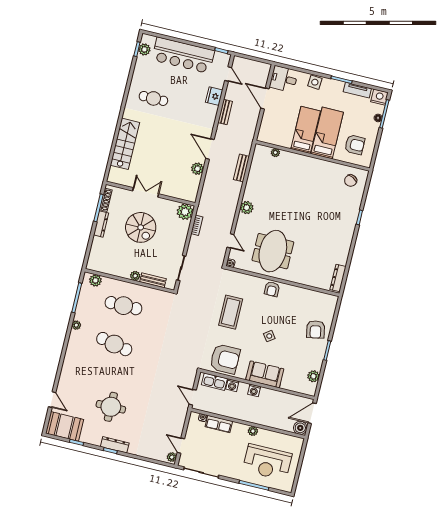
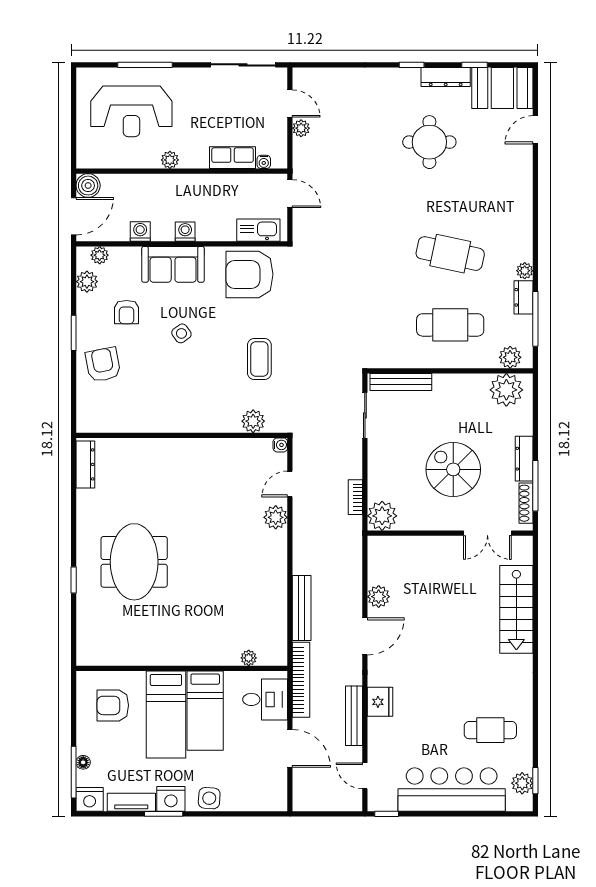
desk: (284, 79) -> (265, 699), moved
nightstand: (336, 87) -> (171, 799), added
fridge: (214, 96) -> (380, 702), moved
cafe table: (153, 98) -> (490, 730), moved
bench: (225, 112) -> (354, 716), width x1.36
bookcase: (250, 134) -> (301, 680), added
door: (210, 149) -> (365, 636), hinge flipped
bench: (241, 168) -> (302, 608), width x1.36
chair: (351, 181) -> (105, 641), removed
double door: (146, 192) -> (487, 533), moved
plant: (247, 208) -> (276, 517), moved
door: (230, 241) -> (290, 484), hinge flipped
meeting table: (273, 251) -> (134, 562), moved
plant: (135, 276) -> (506, 390), moved, width x1.88, depth x1.88
plant: (242, 279) -> (253, 421), added
bench: (153, 280) -> (401, 382), width x1.36
armchair: (272, 289) -> (127, 312), moved, turned 180
dresser: (80, 311) -> (524, 297), added
coffee table: (231, 312) -> (259, 359), width x0.73, depth x0.76
washing machine: (232, 385) -> (140, 232), moved
plant: (303, 389) -> (100, 255), added
door: (52, 400) -> (535, 130), hinge flipped
dresser: (115, 445) -> (446, 77), moved
plant: (172, 457) -> (301, 128), moved
reception desk: (267, 462) -> (131, 111), turned 180

